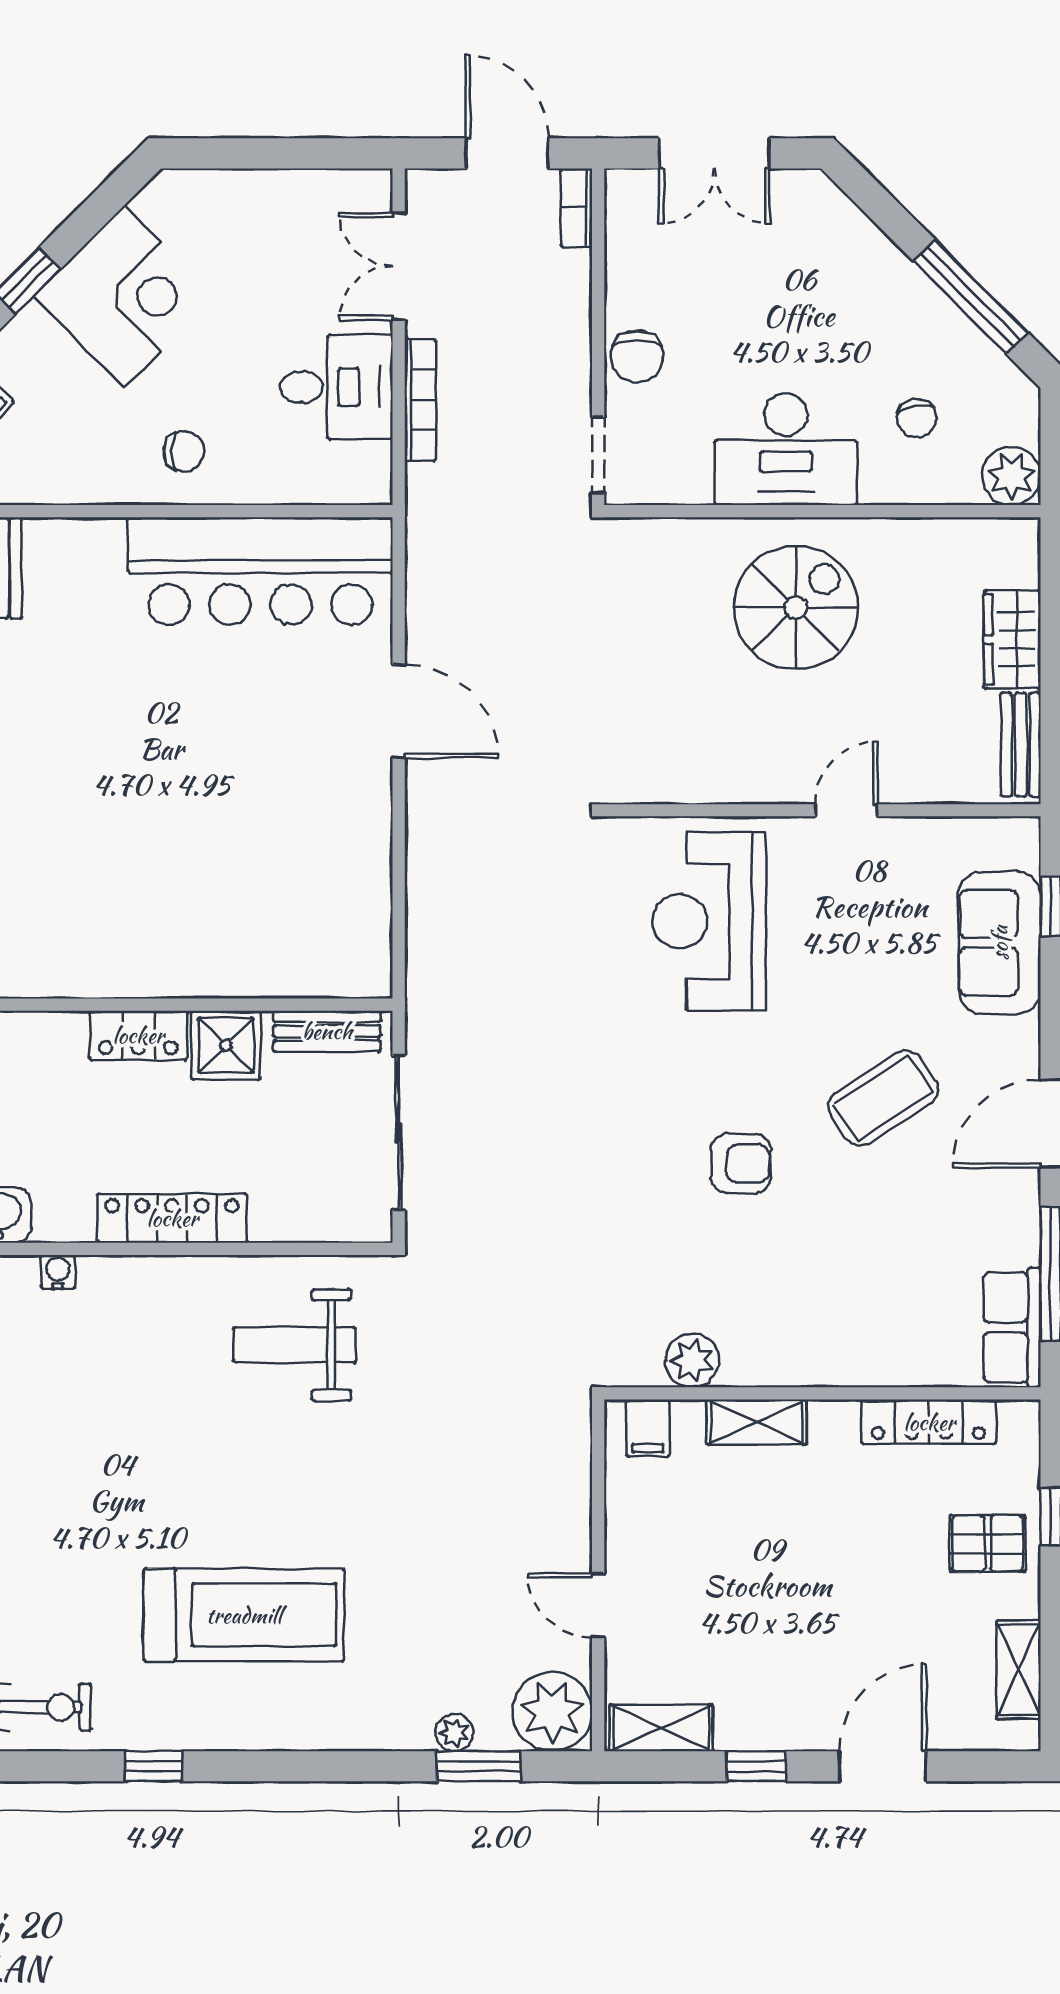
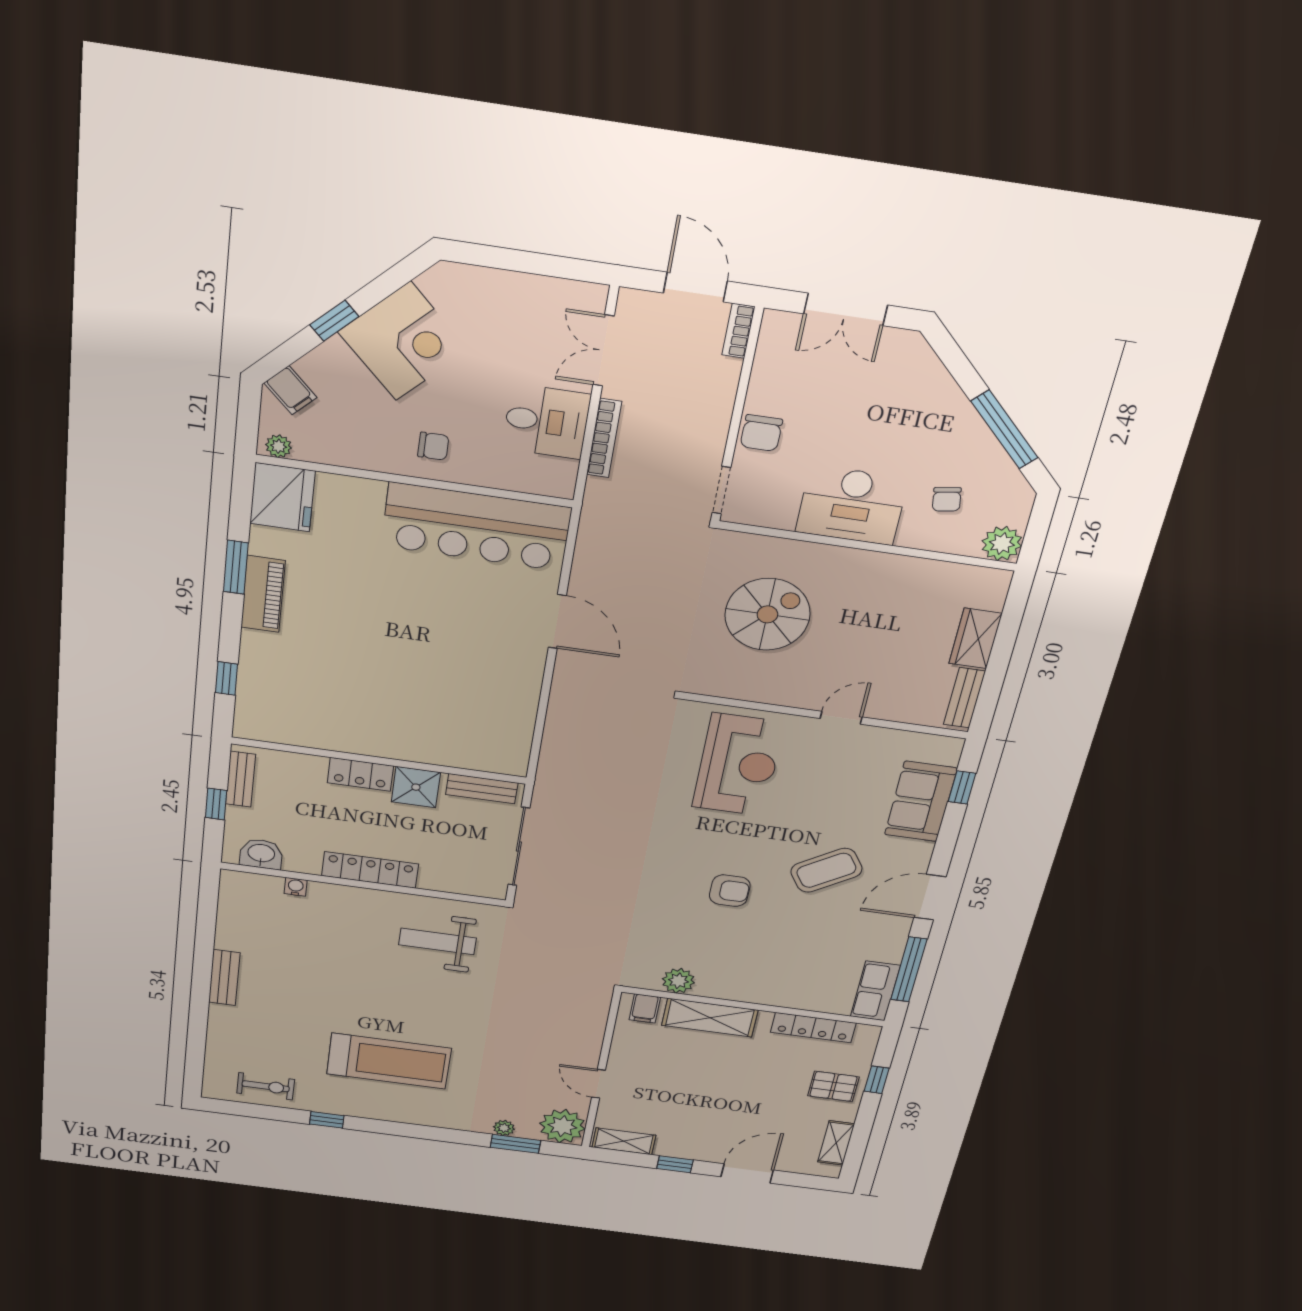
spiral stairs: (796, 608) -> (767, 614), moved
reception desk: (709, 921) -> (738, 765), turned 180
shelving: (757, 1422) -> (710, 1018), width x1.50, depth x1.33

